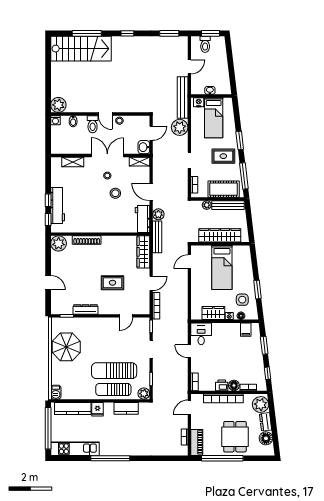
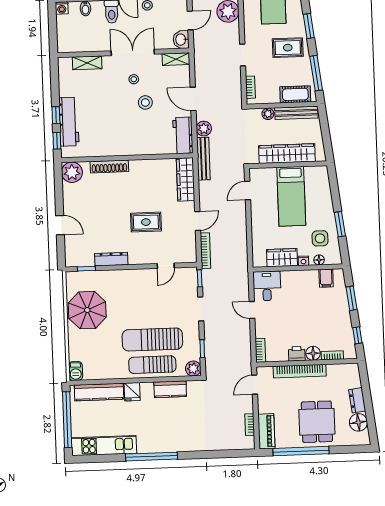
cot: (224, 189) -> (295, 94), width x0.73, depth x0.75
plant: (260, 404) -> (349, 377), removed

